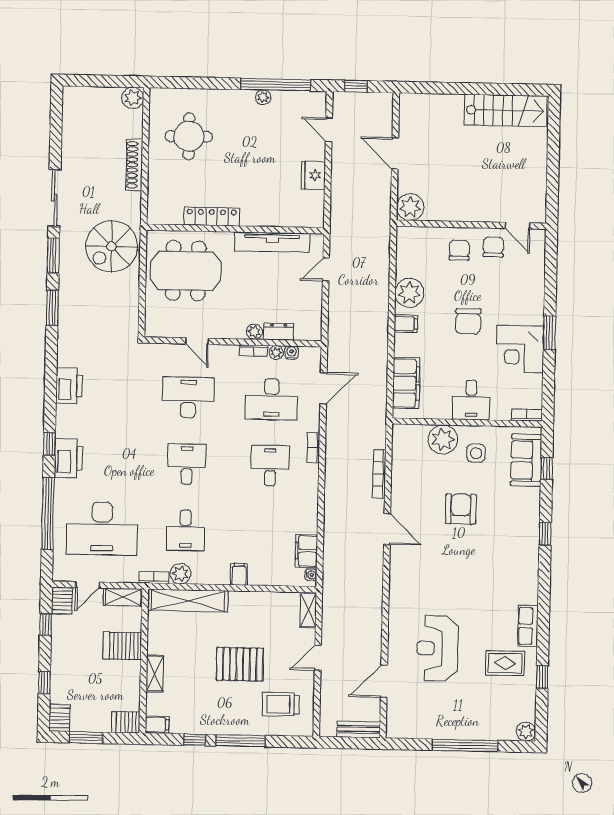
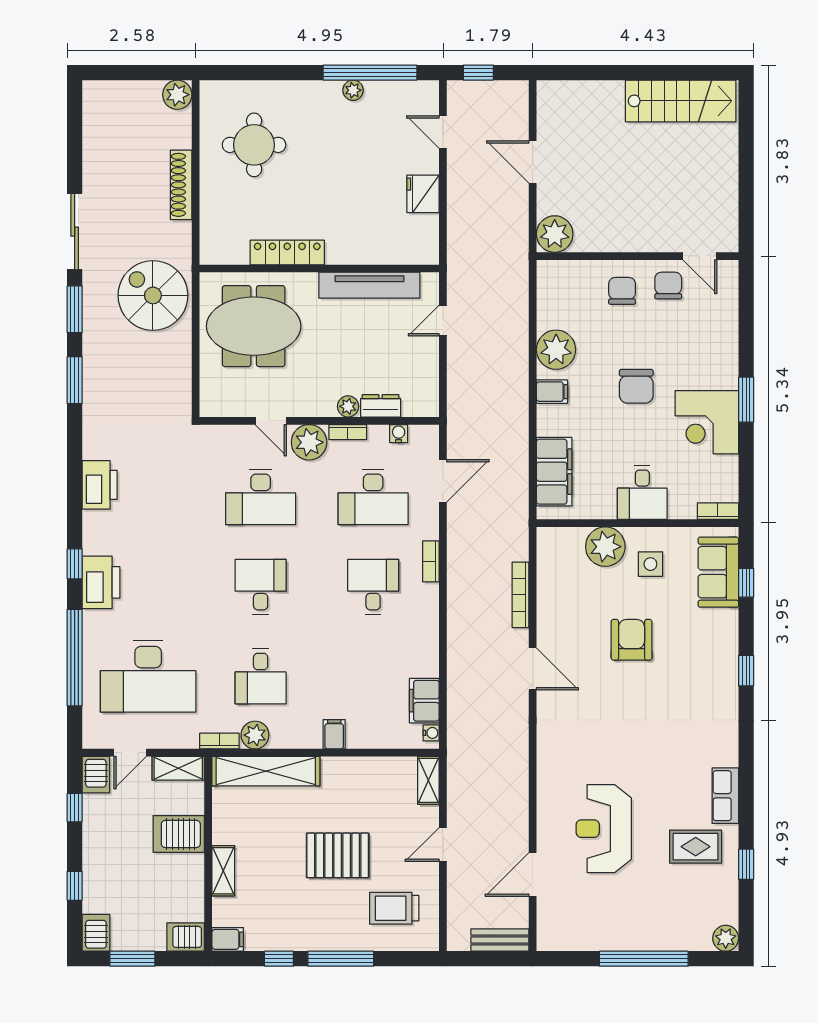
spiral stairs: (112, 246) -> (153, 295), turned 90
plant: (276, 353) -> (309, 442), moved, width x1.88, depth x1.88
desk: (188, 398) -> (261, 497), turned 180

